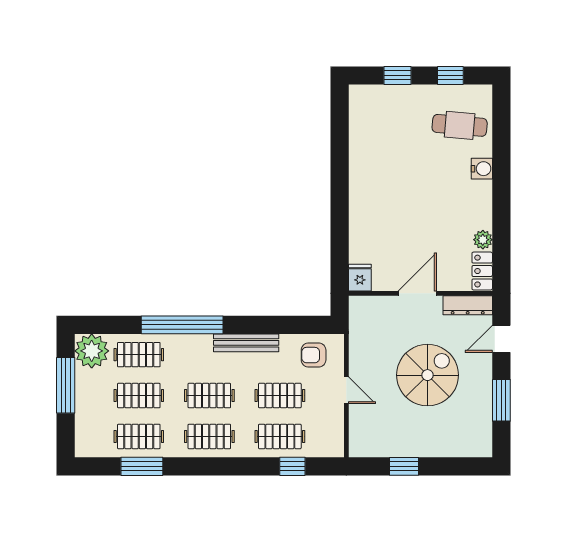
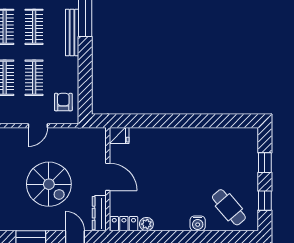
cafe table: (460, 125) -> (229, 207), turned -46
bench: (246, 343) -> (72, 33), moved

